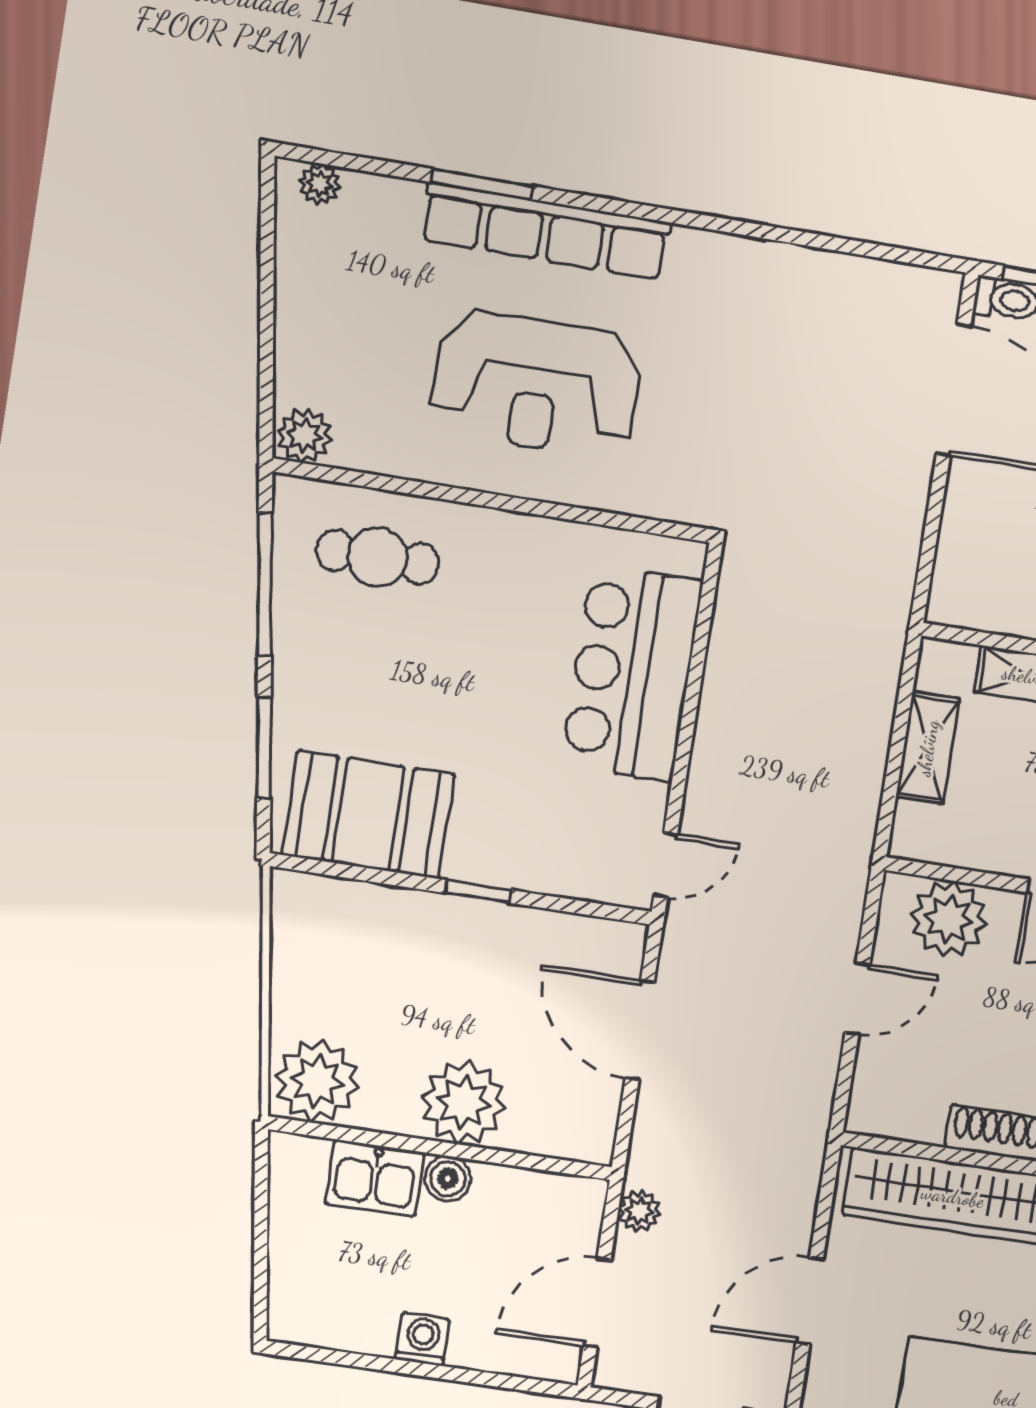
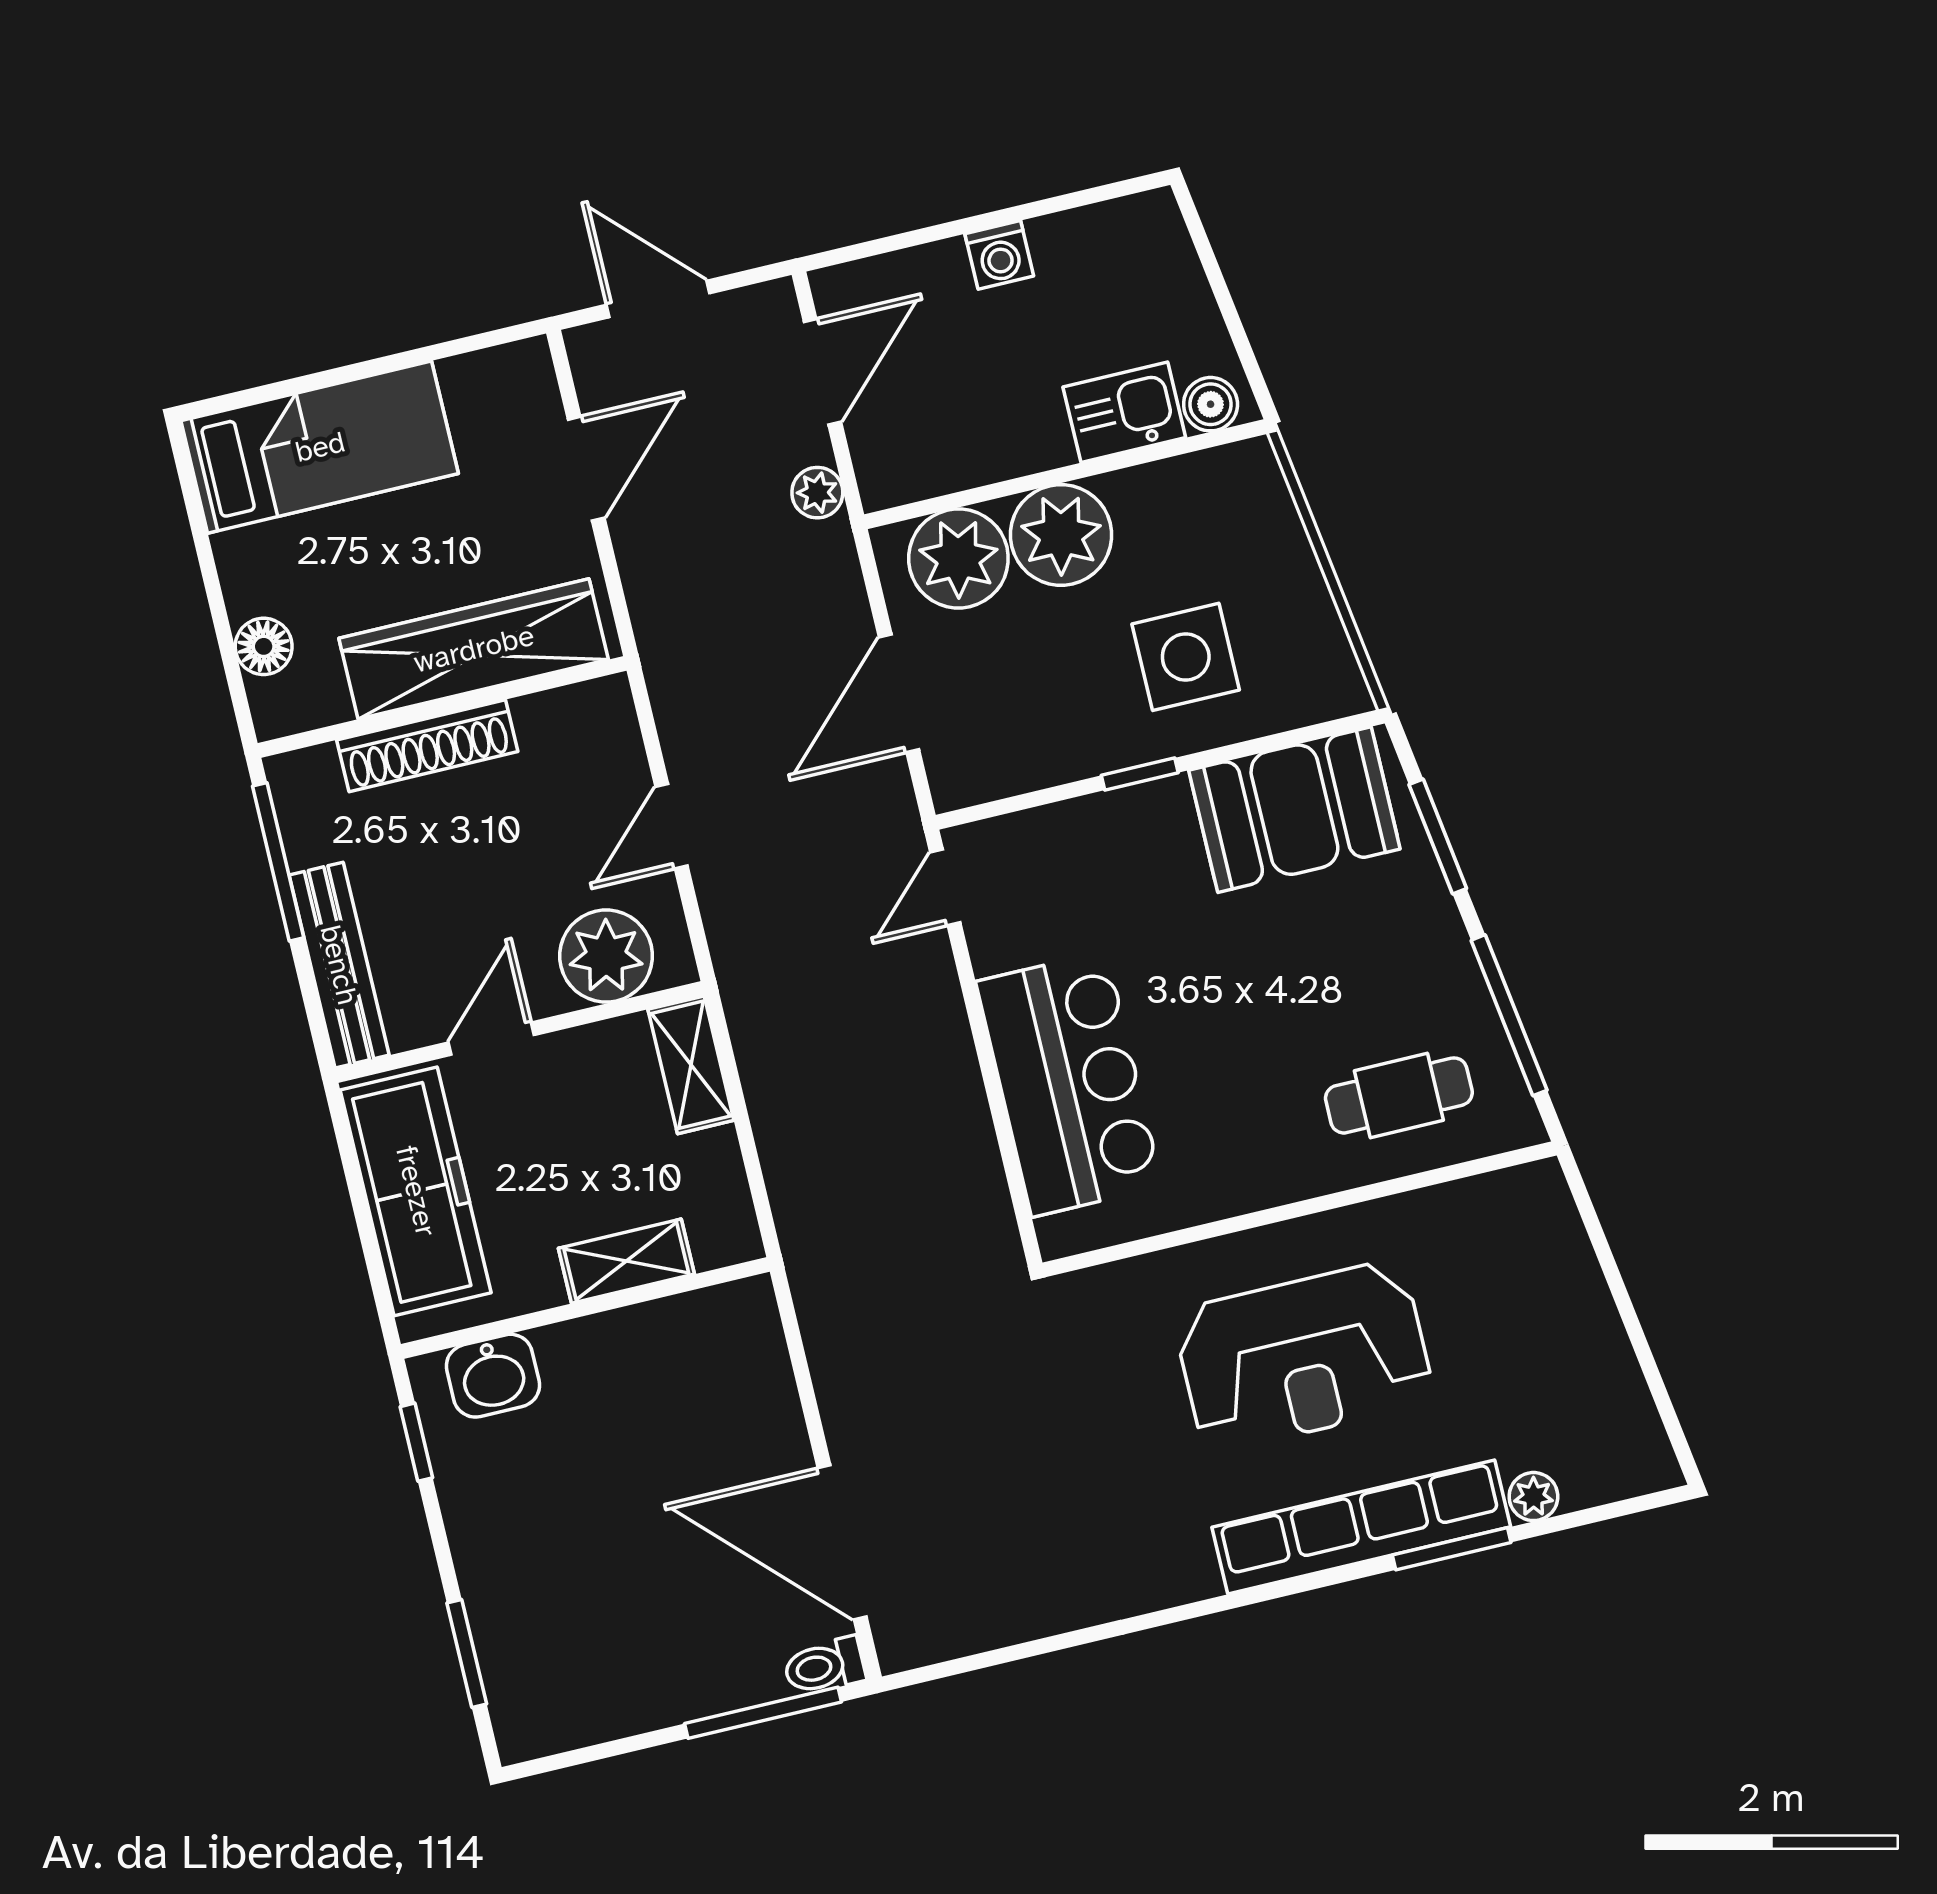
plant: (320, 184) -> (1533, 1497), moved
reception desk: (536, 384) -> (1304, 1356), turned 180
plant: (305, 436) -> (1532, 1195), removed
shelving: (928, 748) -> (691, 1065), moved
side table: (405, 968) -> (1186, 657), added
door: (640, 1030) -> (899, 693), swing flipped
plant: (317, 1081) -> (958, 559), moved
boiler: (448, 1179) -> (1211, 404), moved

